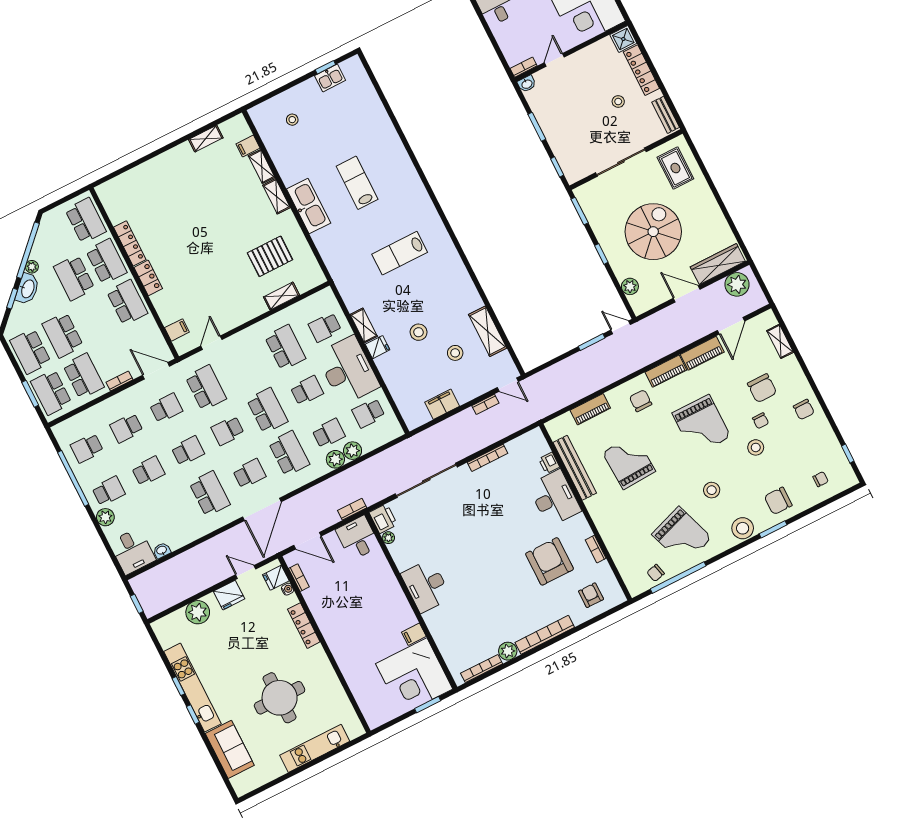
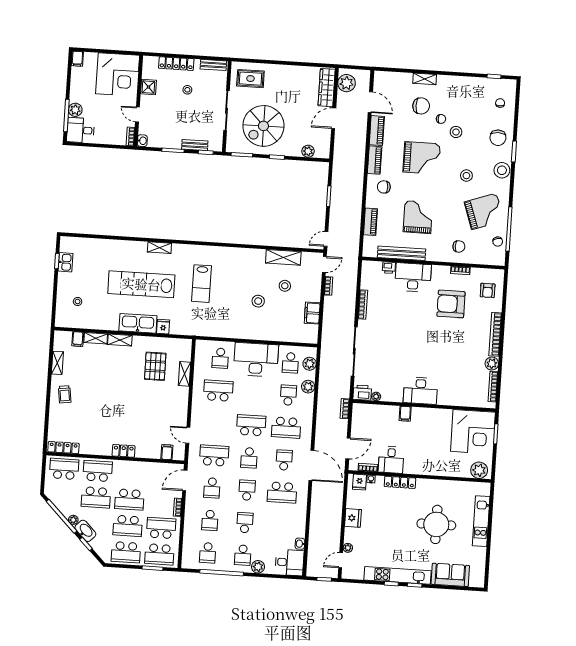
shower: (623, 39) -> (148, 87), moved
bench: (558, 149) -> (195, 145), added
trolley: (174, 169) -> (65, 394), added
lab bench: (357, 183) -> (141, 284), width x1.86, depth x1.39
spiral stairs: (653, 232) -> (263, 126), moved, turned -90
locker: (130, 243) -> (63, 448), moved
school desk: (127, 302) -> (129, 500), moved, turned 180
shelving: (364, 325) -> (159, 248), moved
door: (621, 327) -> (326, 239), moved
shelving: (780, 341) -> (425, 79), moved
fridge: (378, 347) -> (163, 327), moved
school desk: (307, 390) -> (253, 393), removed
school desk: (166, 408) -> (212, 488), turned 180
chair: (804, 409) -> (459, 246), moved
school desk: (289, 453) -> (286, 428), turned 180
plant: (335, 459) -> (310, 364), moved
grand piano: (629, 462) -> (418, 217), turned 93
school desk: (109, 491) -> (243, 555), turned 180
school desk: (210, 494) -> (282, 492), turned 180
desk: (358, 538) -> (391, 460), moved, turned -90
door: (246, 572) -> (341, 560), moved
armchair: (591, 595) -> (488, 290), turned -90
plant: (198, 612) -> (348, 548), width x0.53, depth x0.53
filing cabinet: (414, 634) -> (405, 414), moved
plant: (373, 710) -> (479, 470), added

